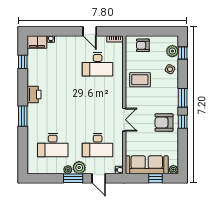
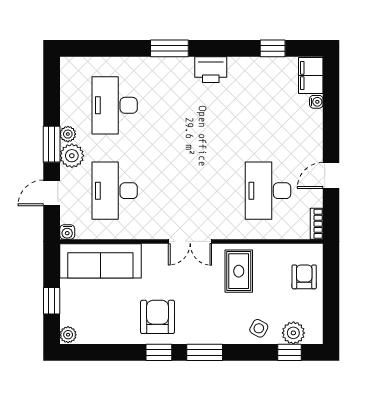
double door: (124, 120) -> (190, 241), moved
sofa: (147, 165) -> (100, 261), moved, turned 90

